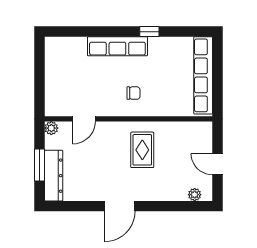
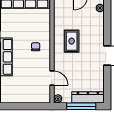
rug: (142, 150) -> (72, 41), turned 90
window: (39, 165) -> (81, 106), width x1.44

